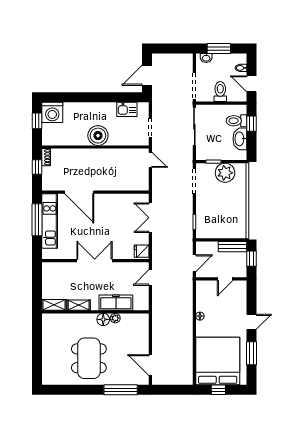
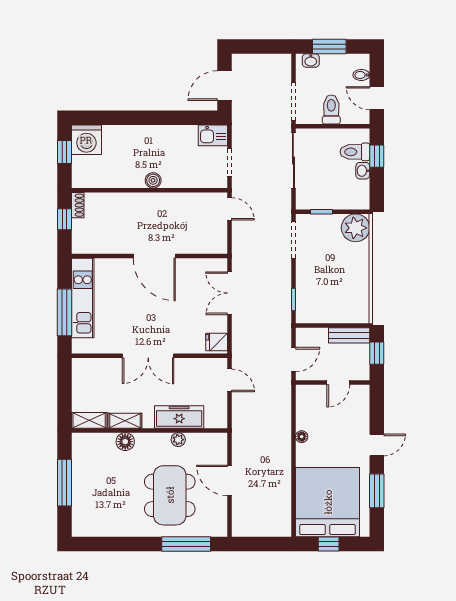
kitchen sink: (127, 109) -> (213, 135), moved
boiler: (98, 136) -> (153, 180), width x0.54, depth x0.54
washbasin: (240, 139) -> (363, 171), width x0.52, depth x0.69
plant: (225, 173) -> (356, 228), moved
door: (79, 192) -> (154, 256), moved
window: (37, 220) -> (64, 312), moved
double door: (95, 261) -> (148, 356), swing flipped
door: (150, 277) -> (229, 380), swing flipped
floor lamp: (103, 319) -> (125, 442), moved
window: (37, 348) -> (64, 483), added
dining table: (89, 358) -> (170, 495), moved
door: (150, 365) -> (229, 480), moved

